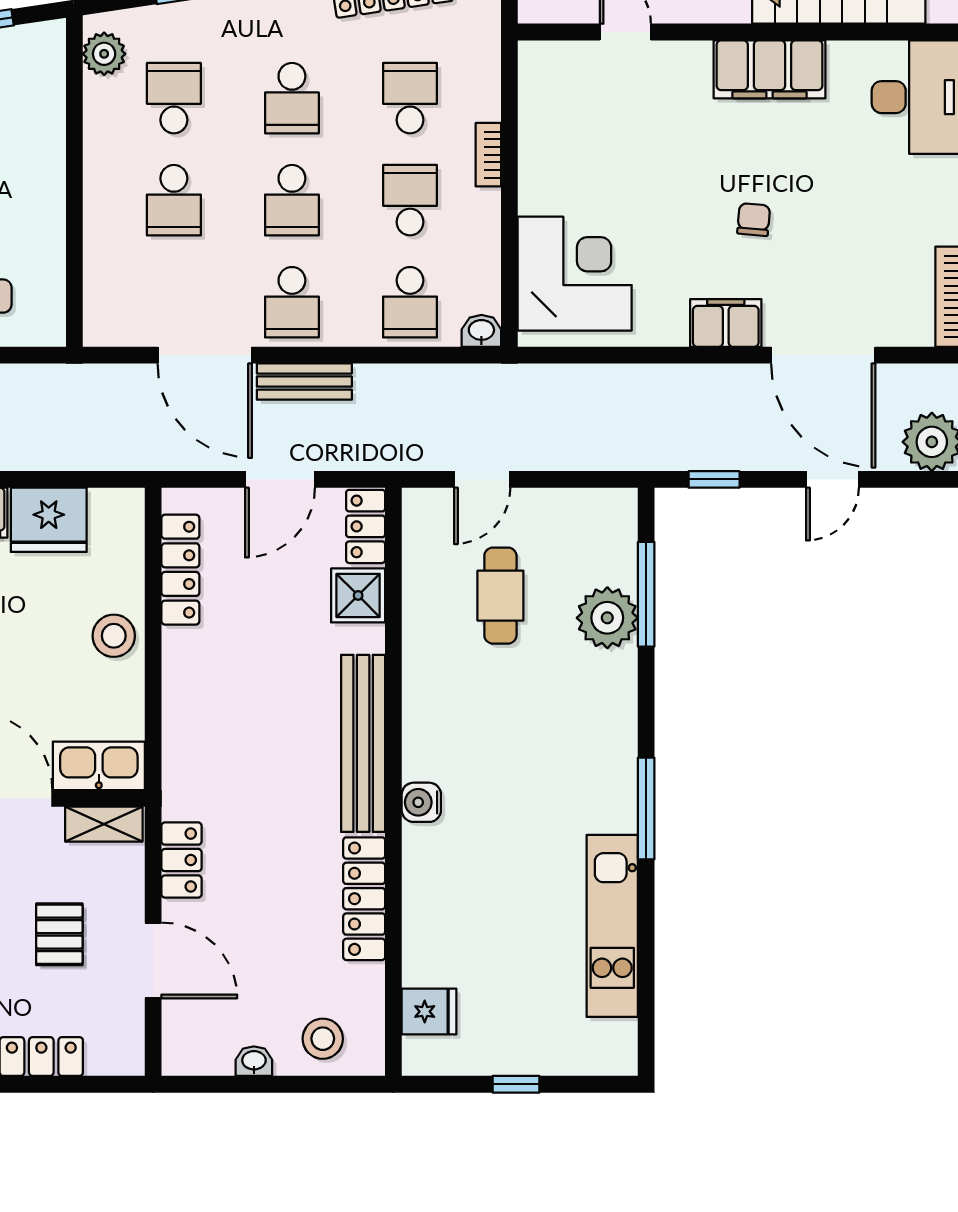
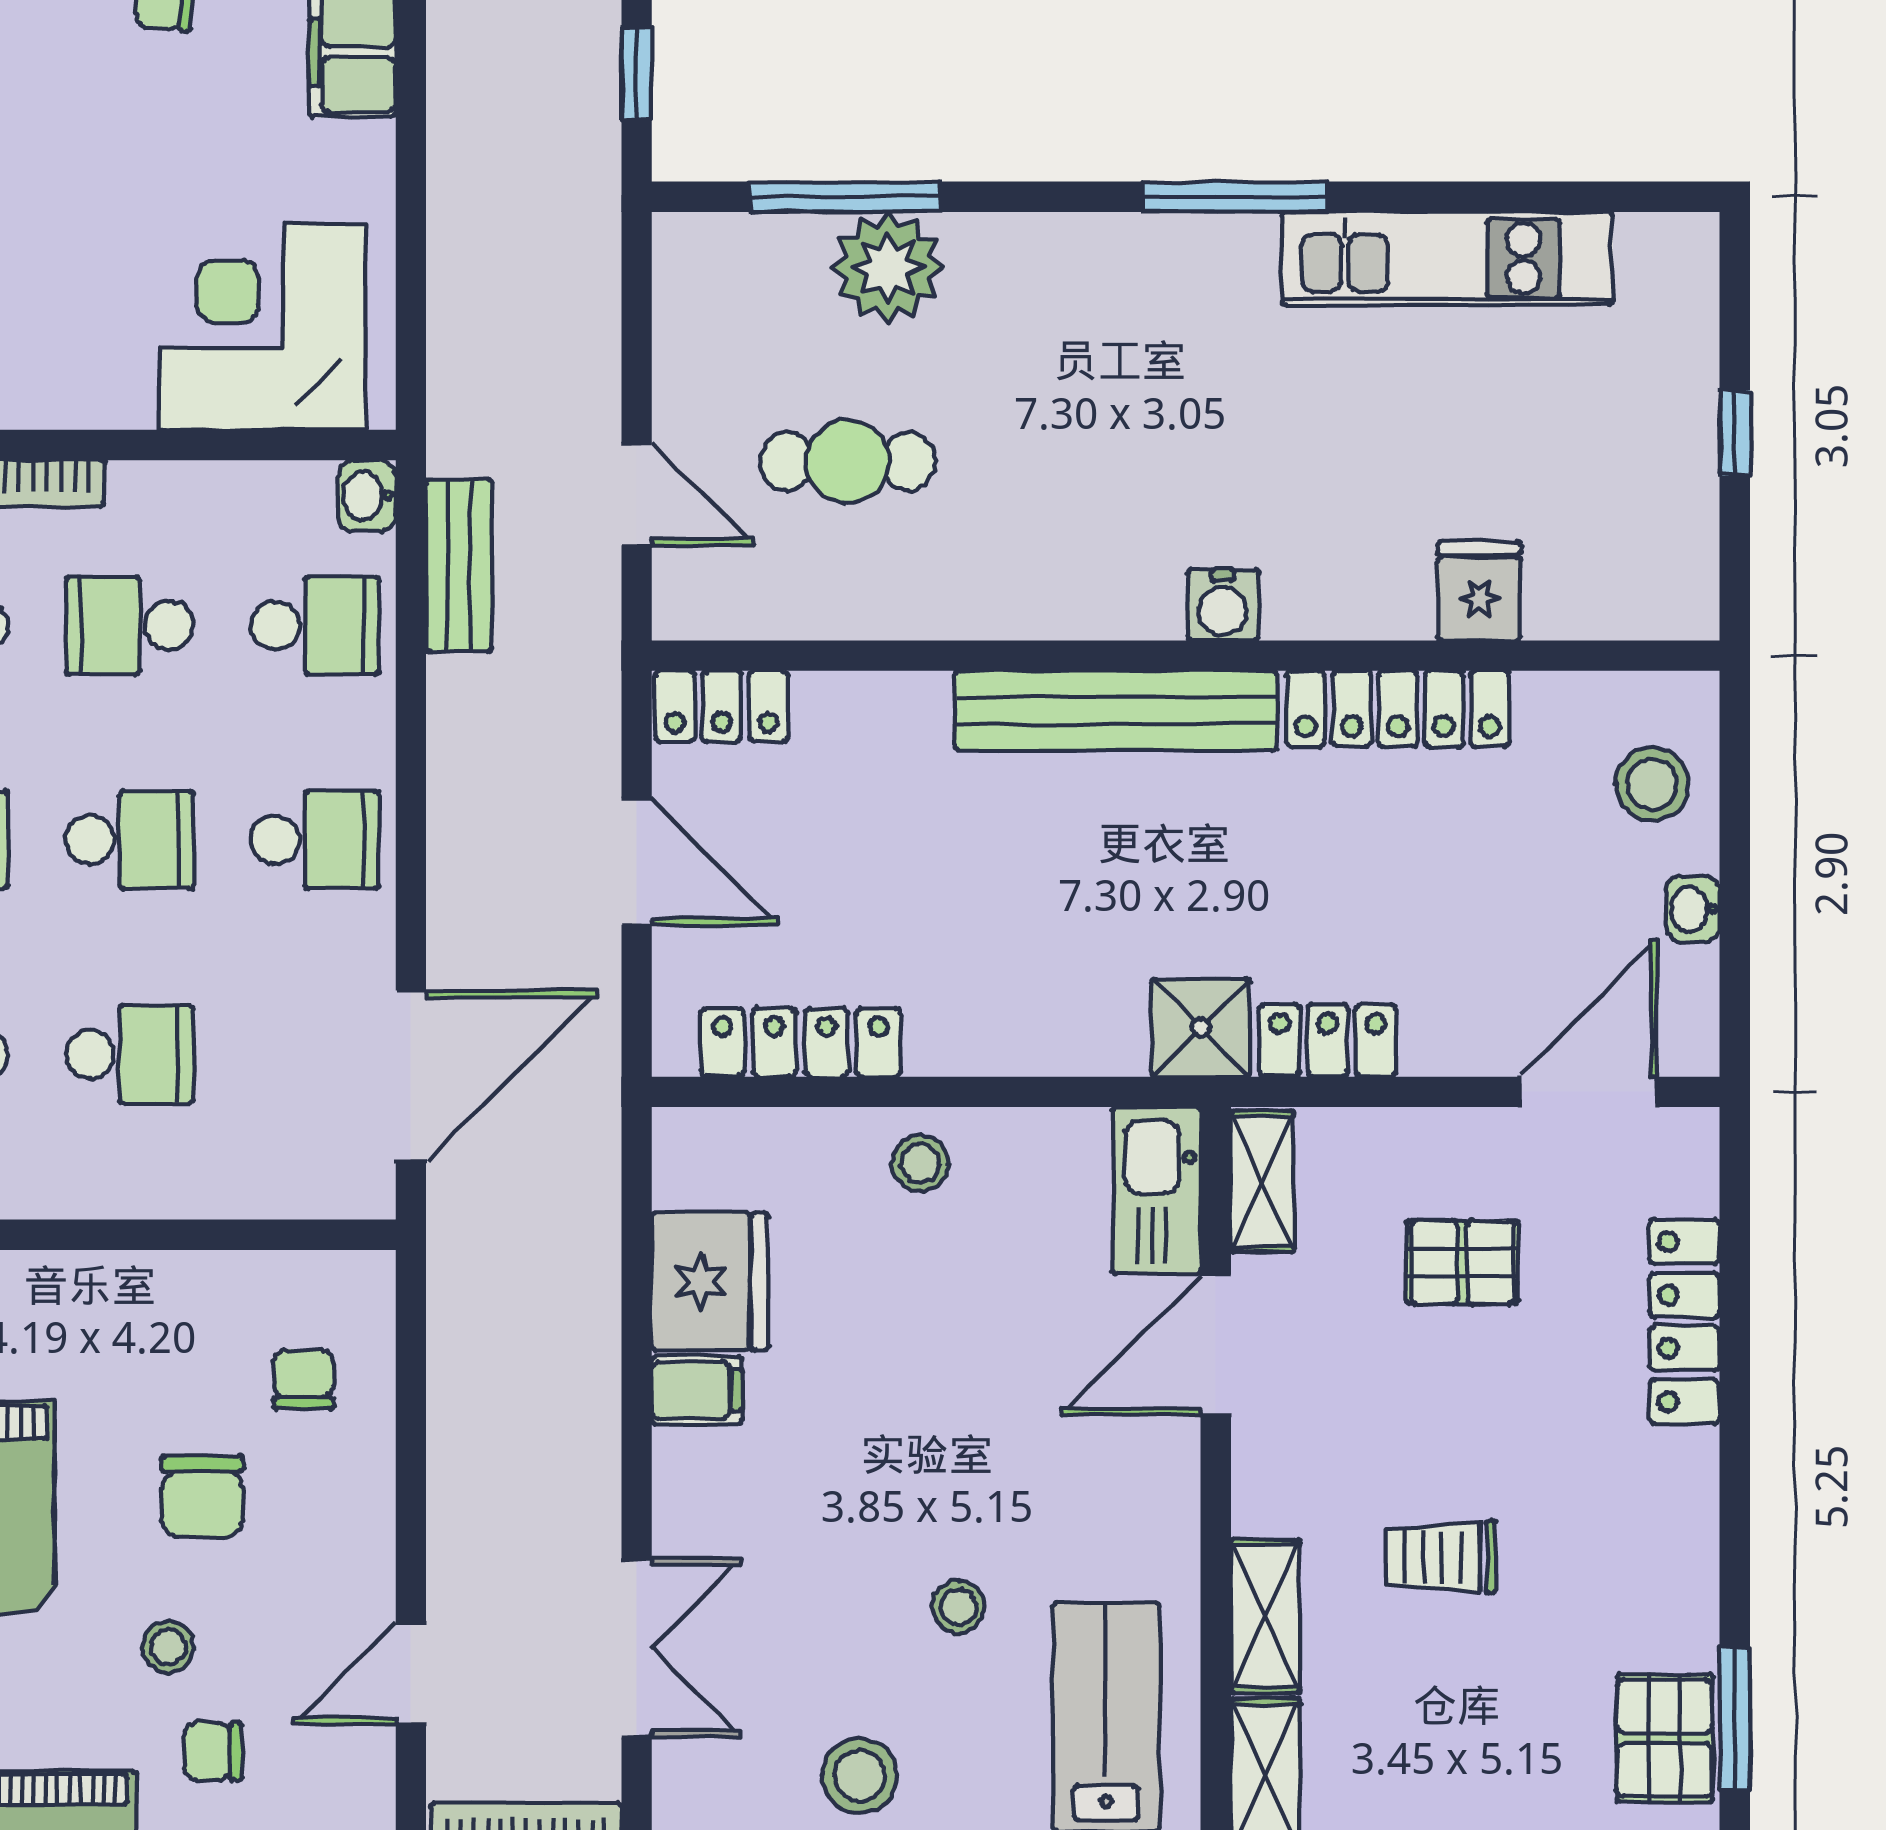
door: (205, 355) -> (411, 1076), moved
bench: (304, 382) -> (459, 565), moved
shower: (358, 595) -> (1200, 1028), moved
stool: (114, 636) -> (920, 1163), width x0.73, depth x0.73
door: (153, 960) -> (1589, 1092), moved
fridge: (429, 1012) -> (1479, 591), moved

